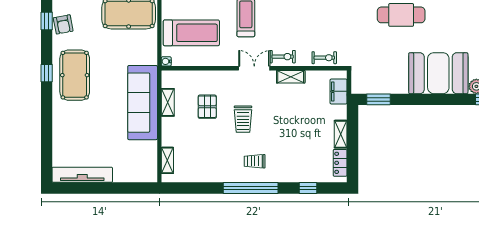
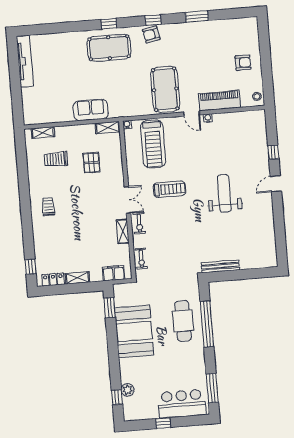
booth: (438, 73) -> (134, 331), moved
shelving: (168, 102) -> (108, 128), moved
sofa: (143, 103) -> (91, 110), width x0.54, depth x0.79
pallet: (207, 107) -> (91, 163), turned 90
trolley: (243, 119) -> (56, 159), moved
window: (251, 188) -> (25, 205), removed
window: (308, 188) -> (30, 267), moved

